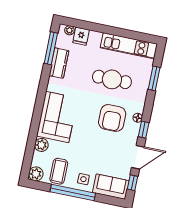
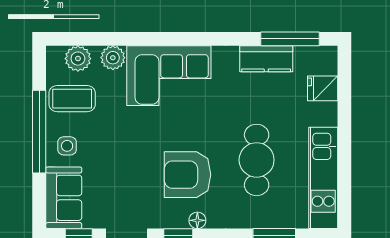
plant: (69, 30) -> (329, 65), removed
plant: (36, 174) -> (78, 59), moved

